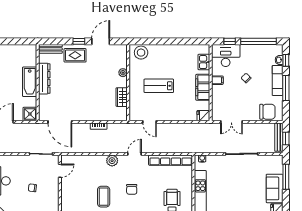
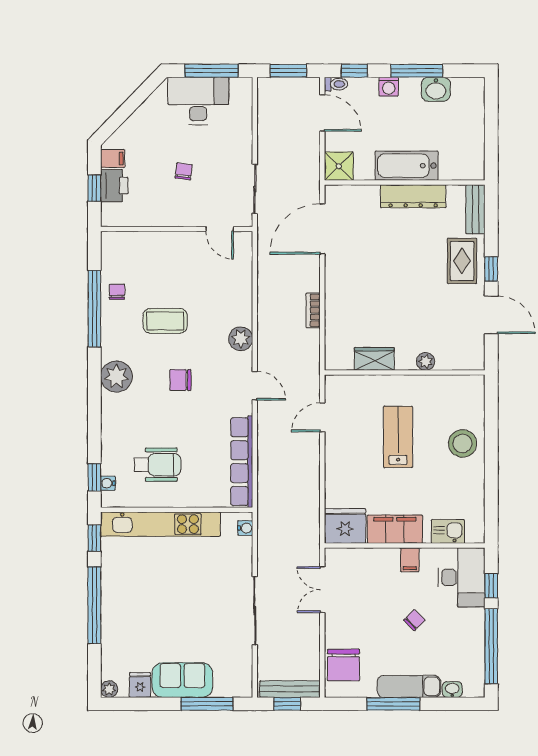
stool: (141, 53) -> (462, 443), moved
window: (286, 60) -> (451, 704), removed
fridge: (203, 116) -> (345, 526), width x1.88, depth x1.34

